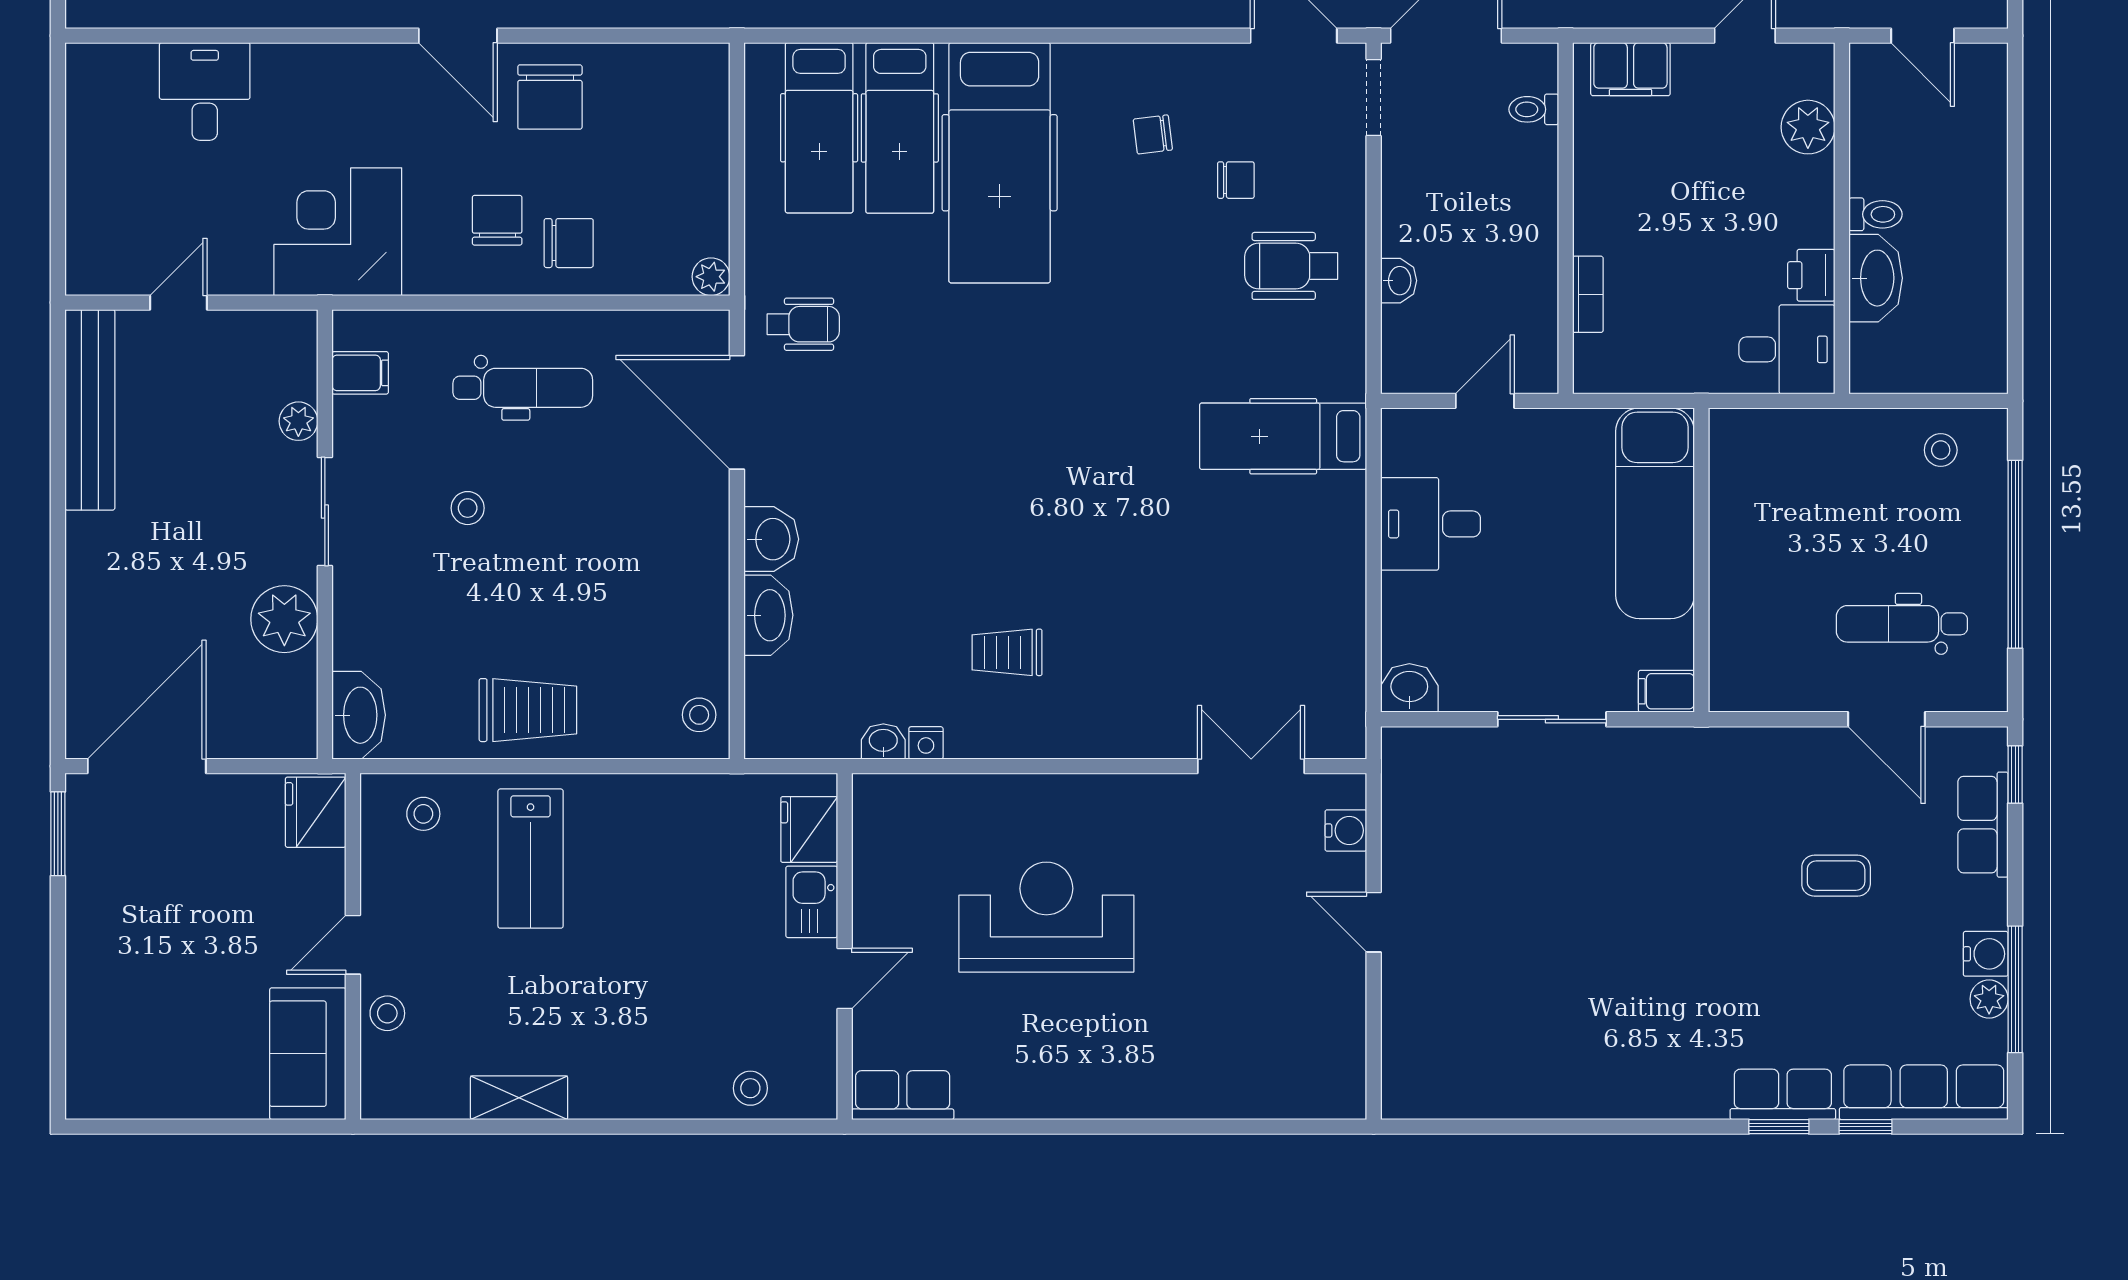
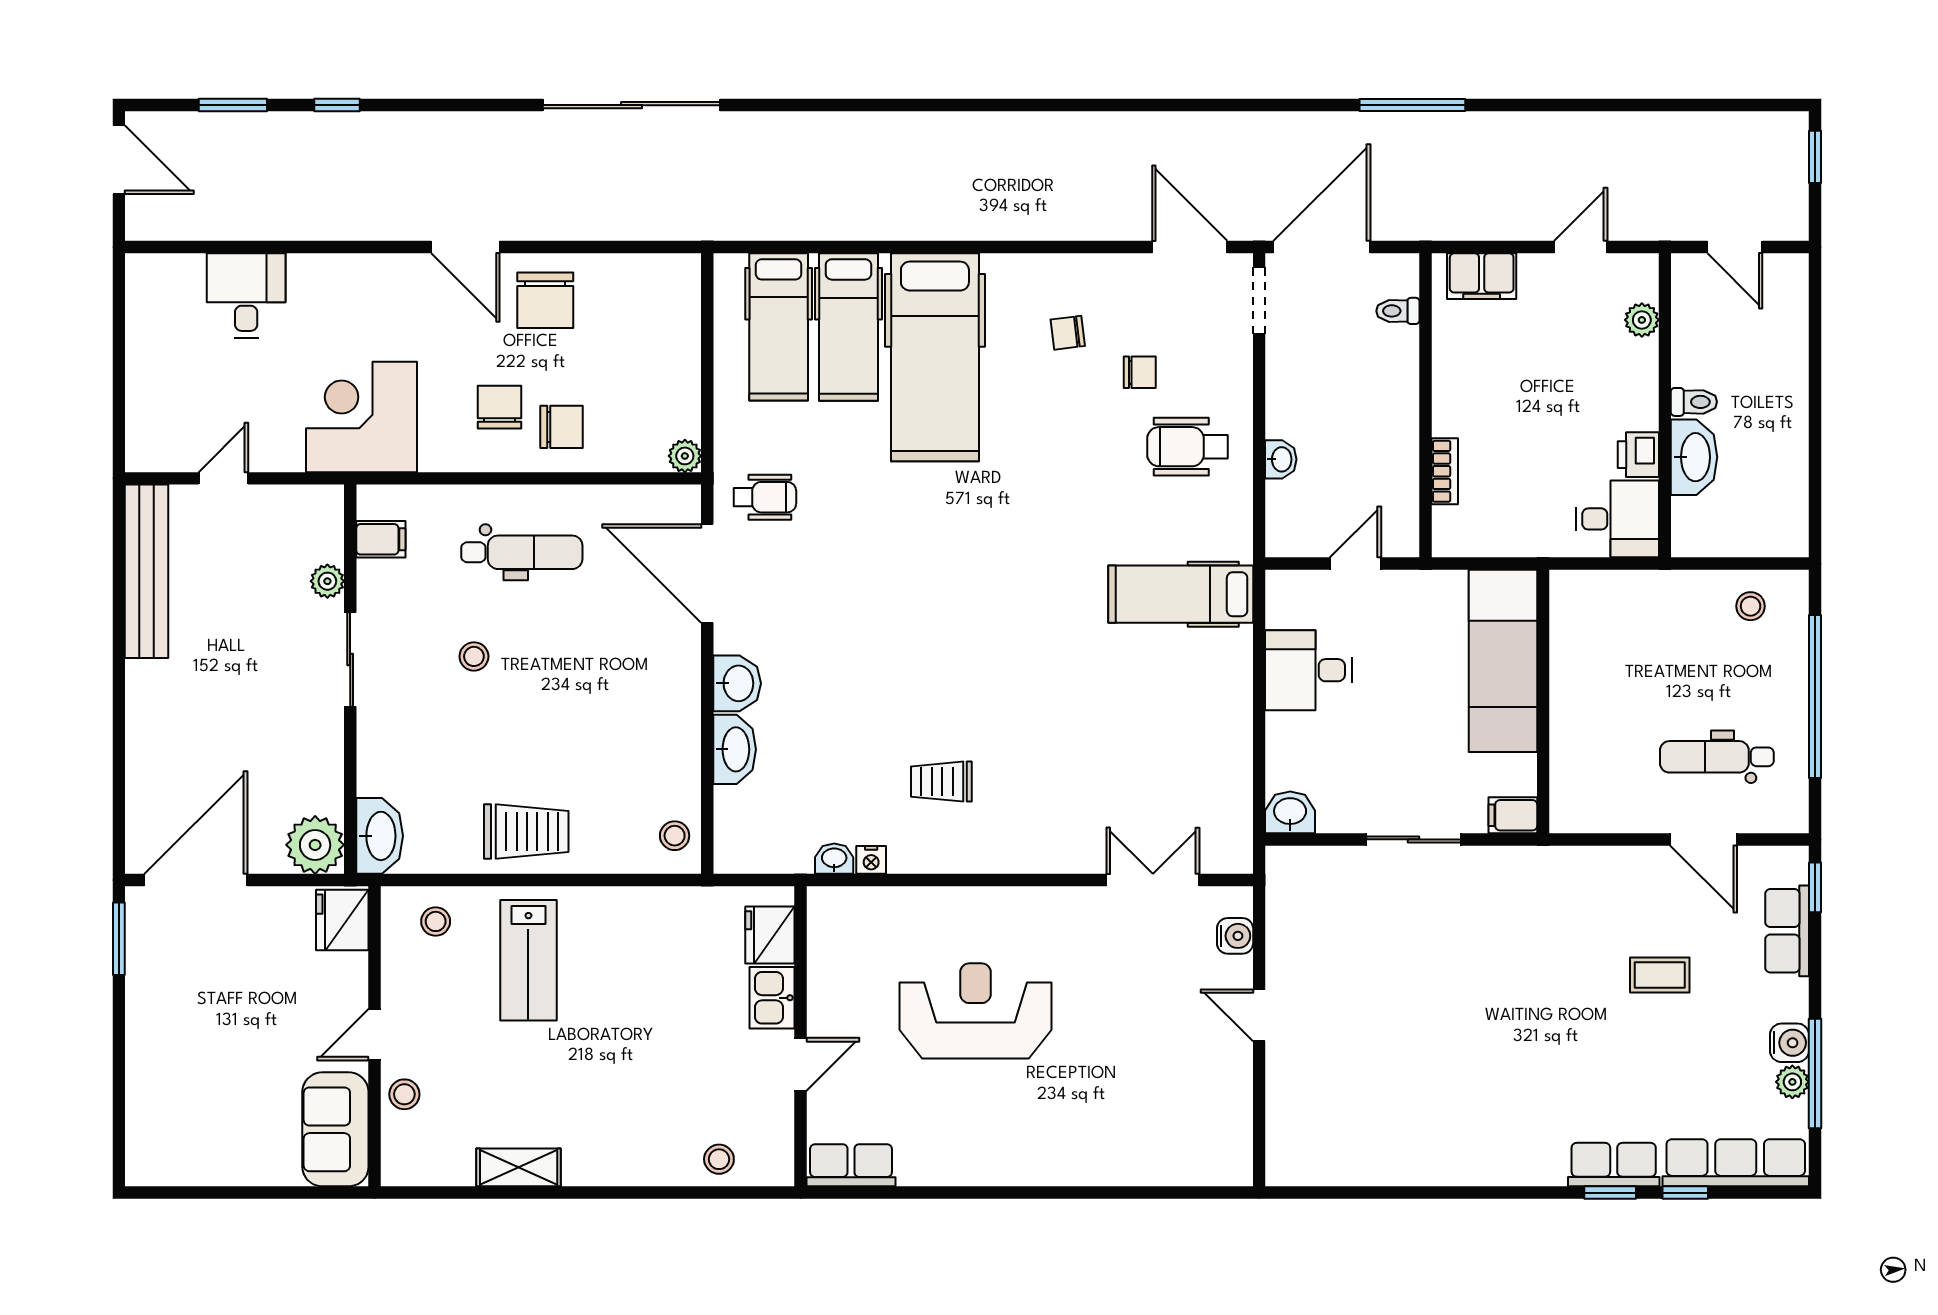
plant: (1808, 127) -> (1642, 320), width x0.73, depth x0.73
plant: (284, 619) -> (315, 845), moved

